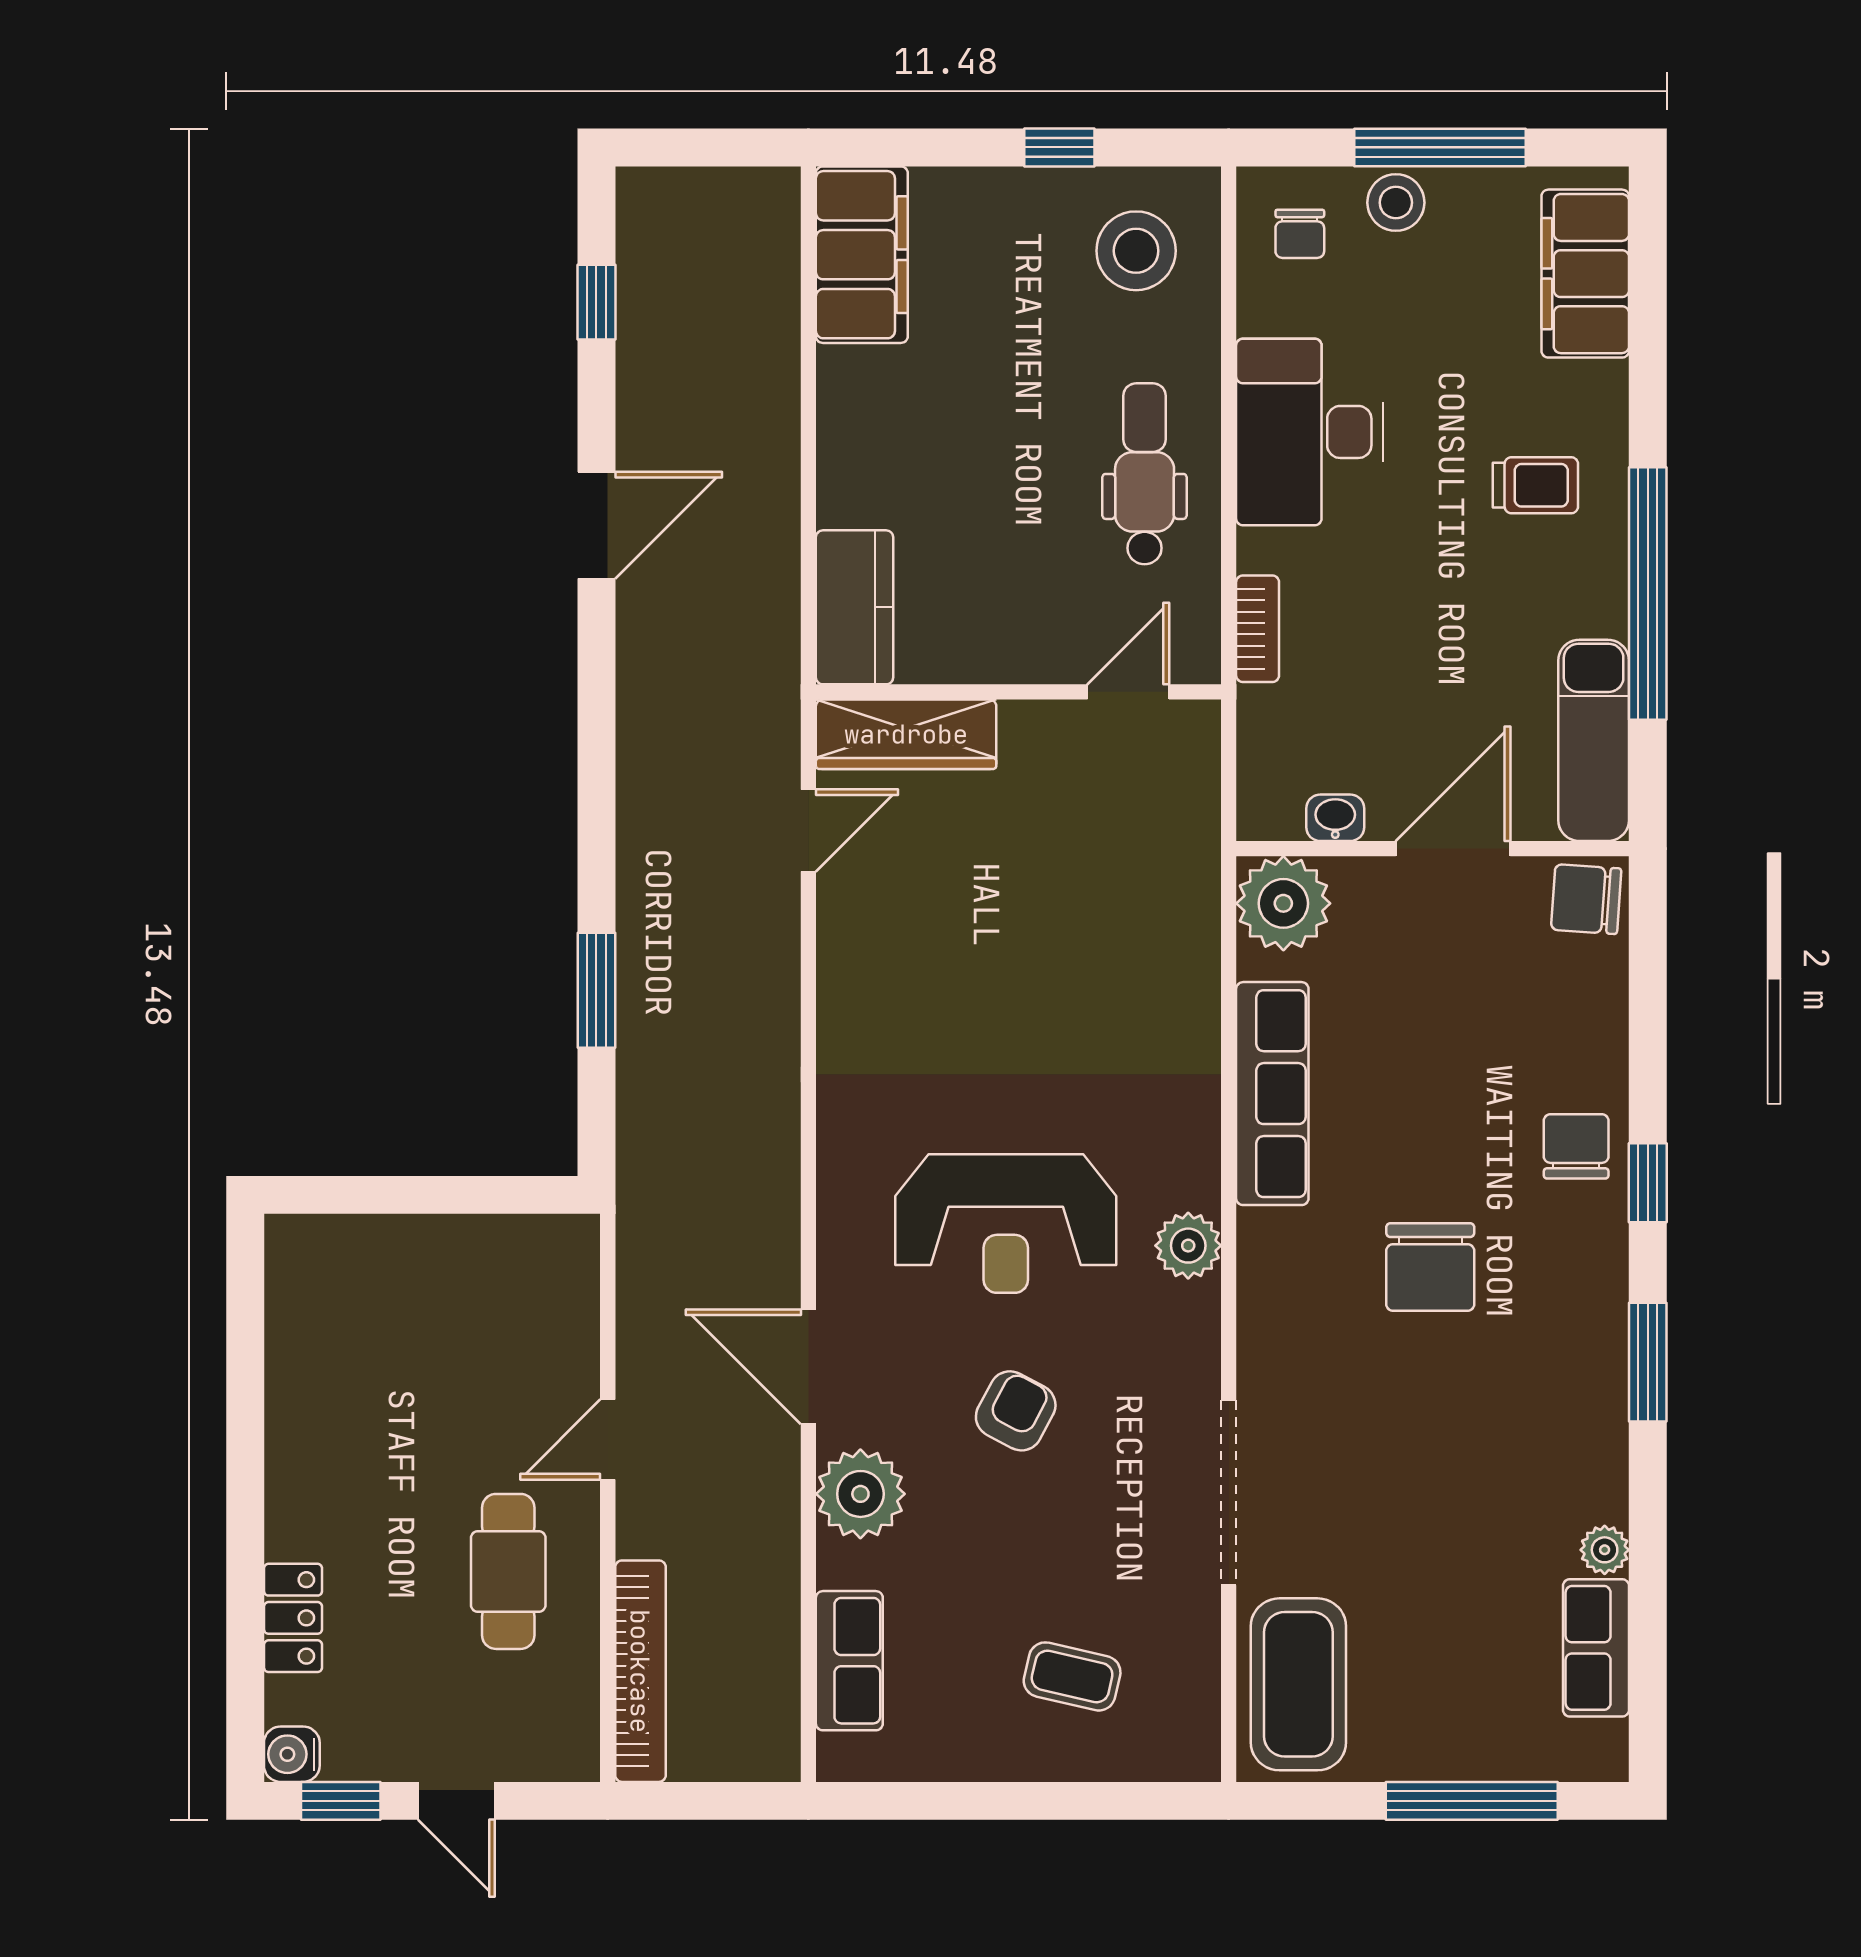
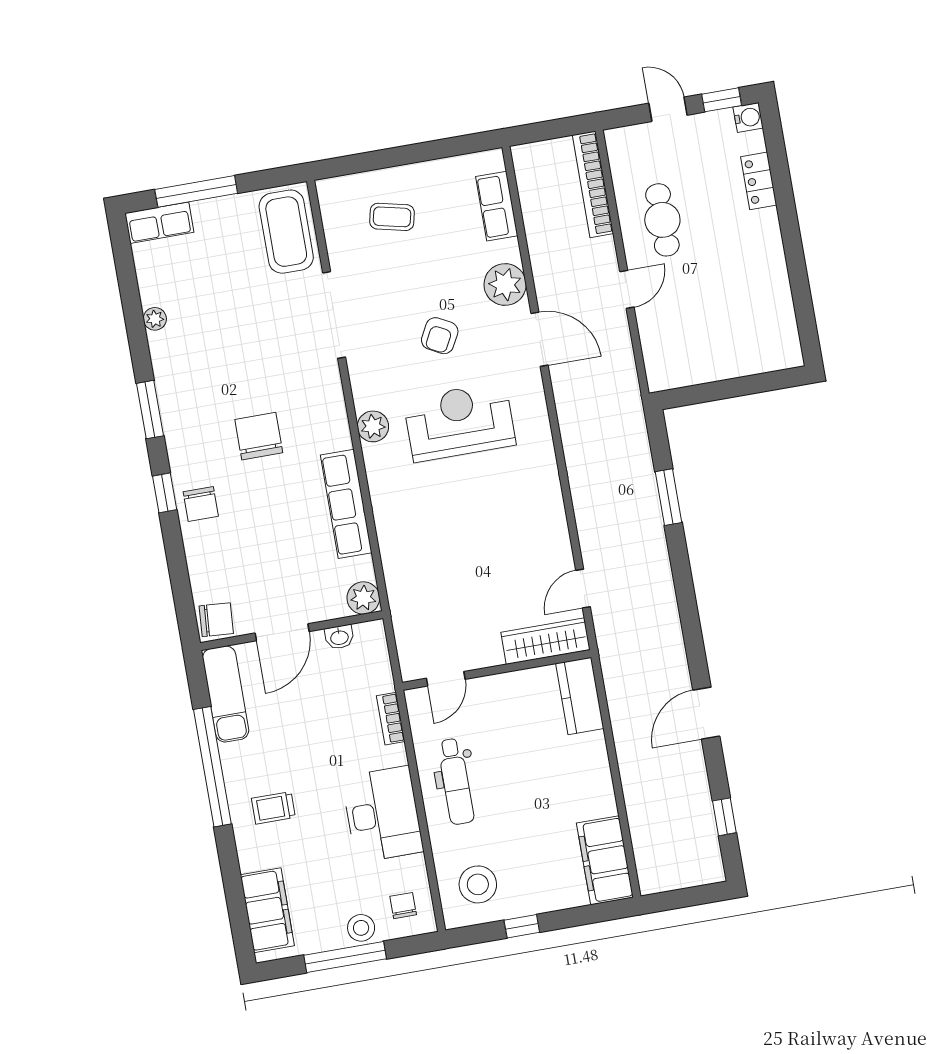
plant: (1283, 903) -> (363, 598), width x0.73, depth x0.73
row of seats: (1596, 1648) -> (159, 223), moved, turned 90

